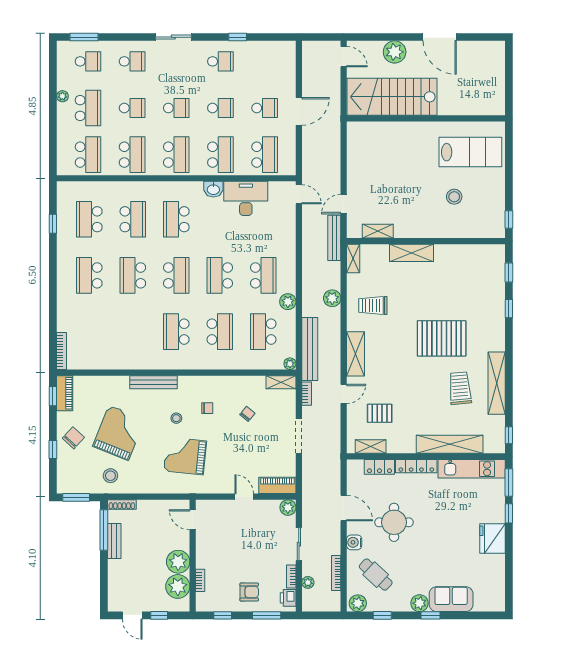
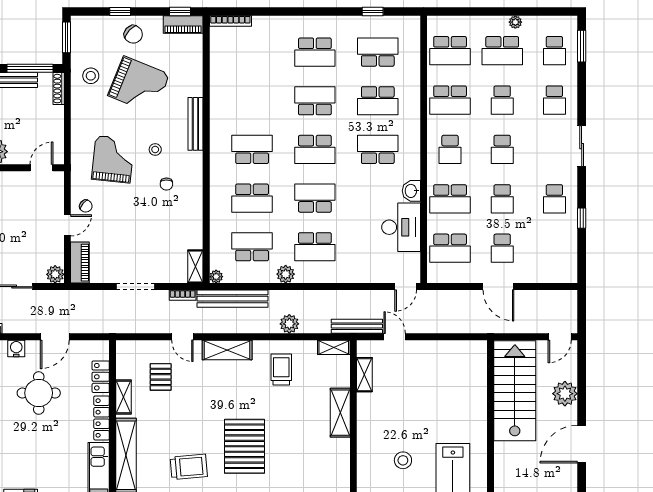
school desk: (176, 155) -> (450, 149), width x0.54
school desk: (89, 275) -> (315, 52), turned 180
chair: (247, 414) -> (86, 206), moved
shelving: (371, 446) -> (124, 397), moved

